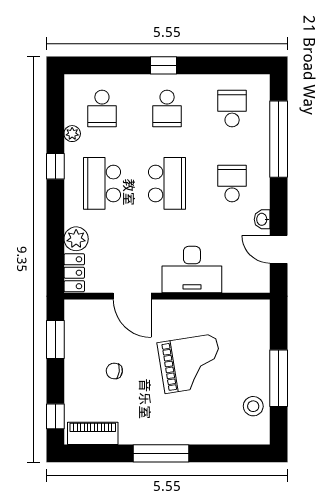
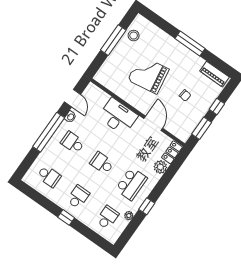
school desk: (232, 109) -> (49, 176), turned -90
window: (279, 139) -> (49, 132), moved
school desk: (167, 183) -> (102, 163), width x0.54
school desk: (232, 183) -> (73, 143), turned 90
window: (55, 416) -> (217, 106), moved

